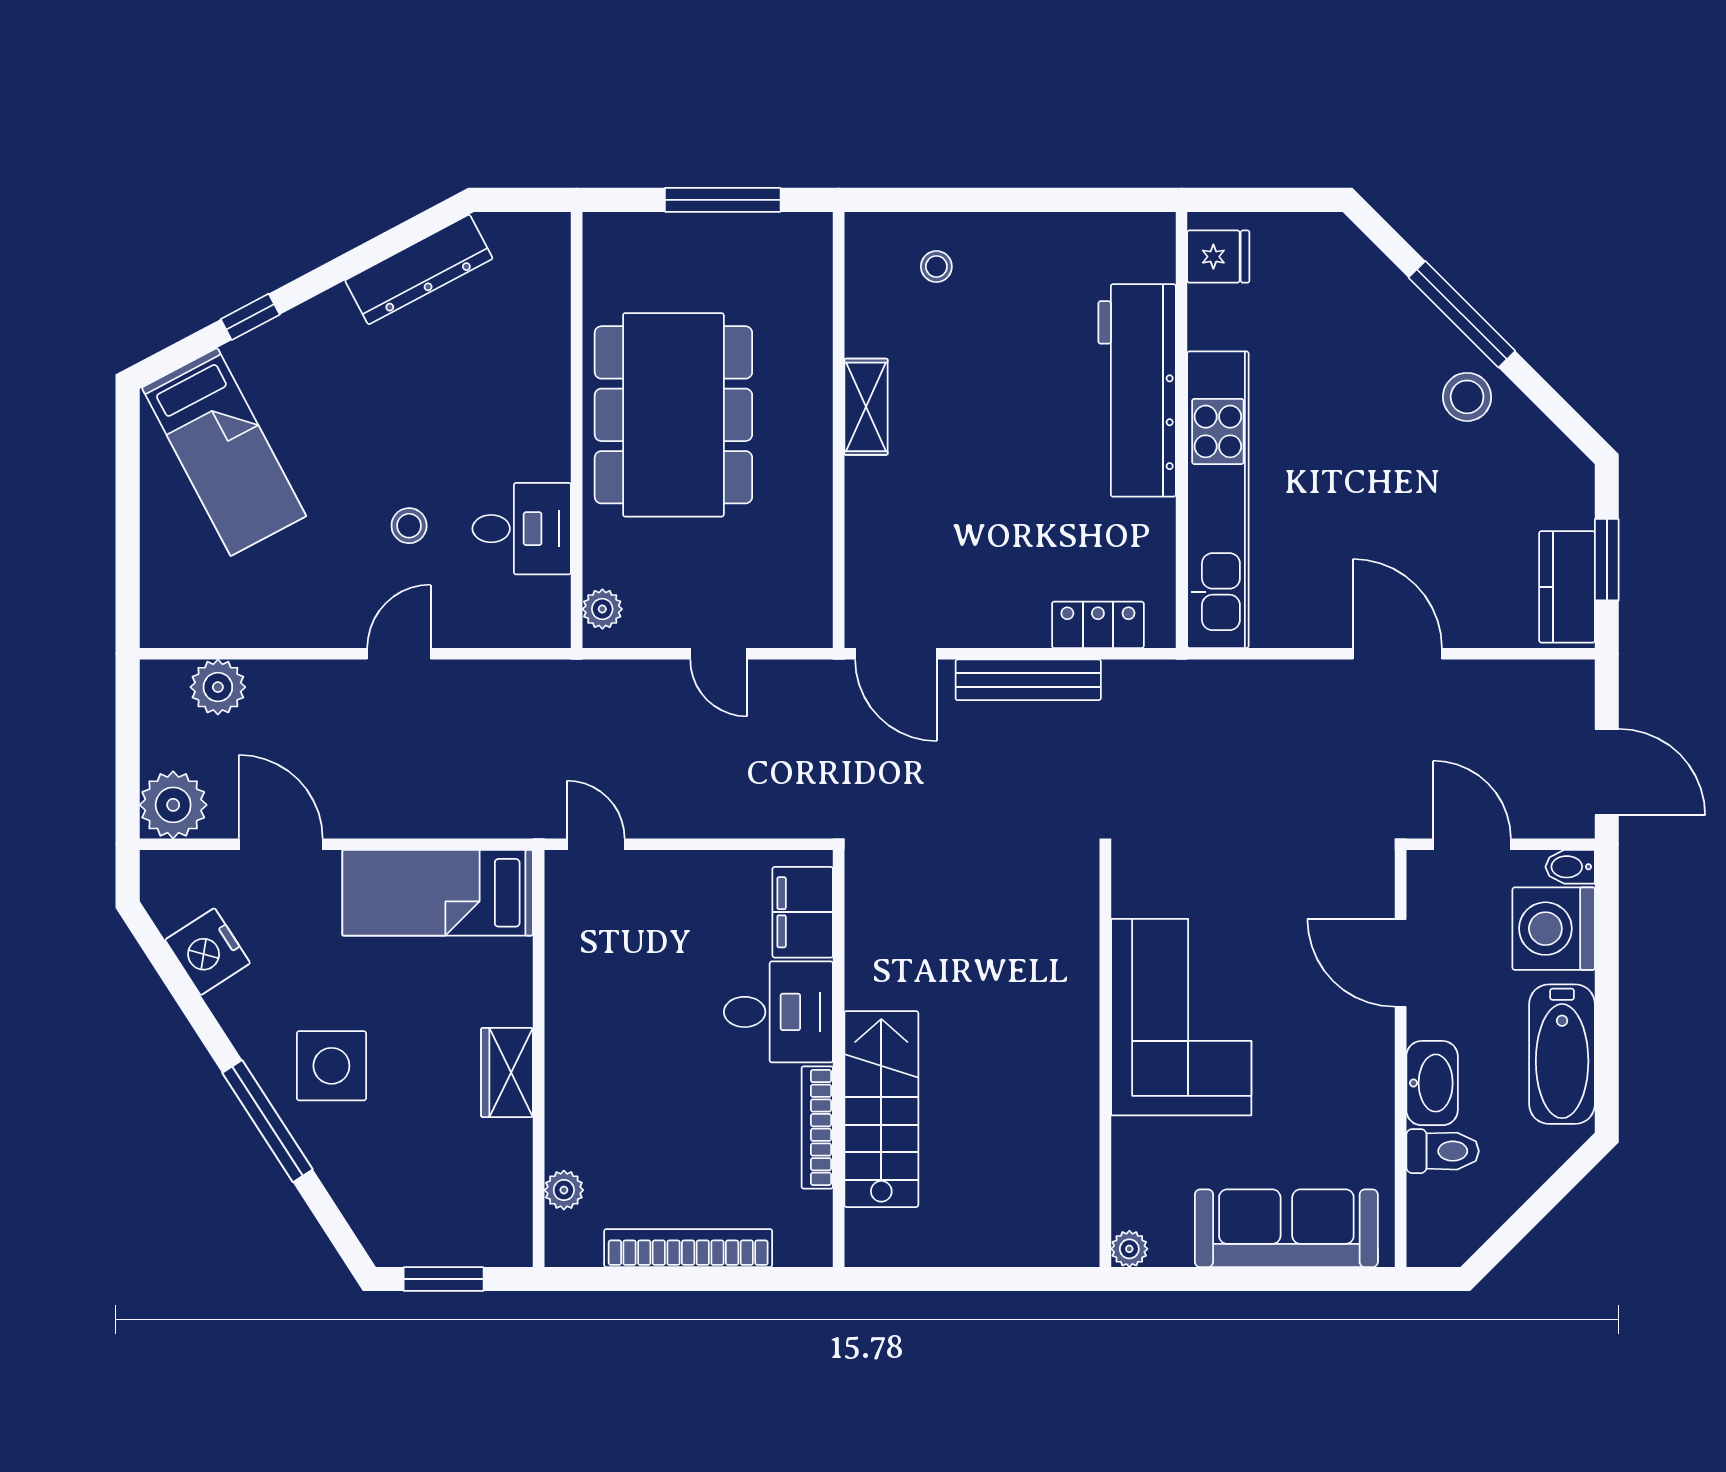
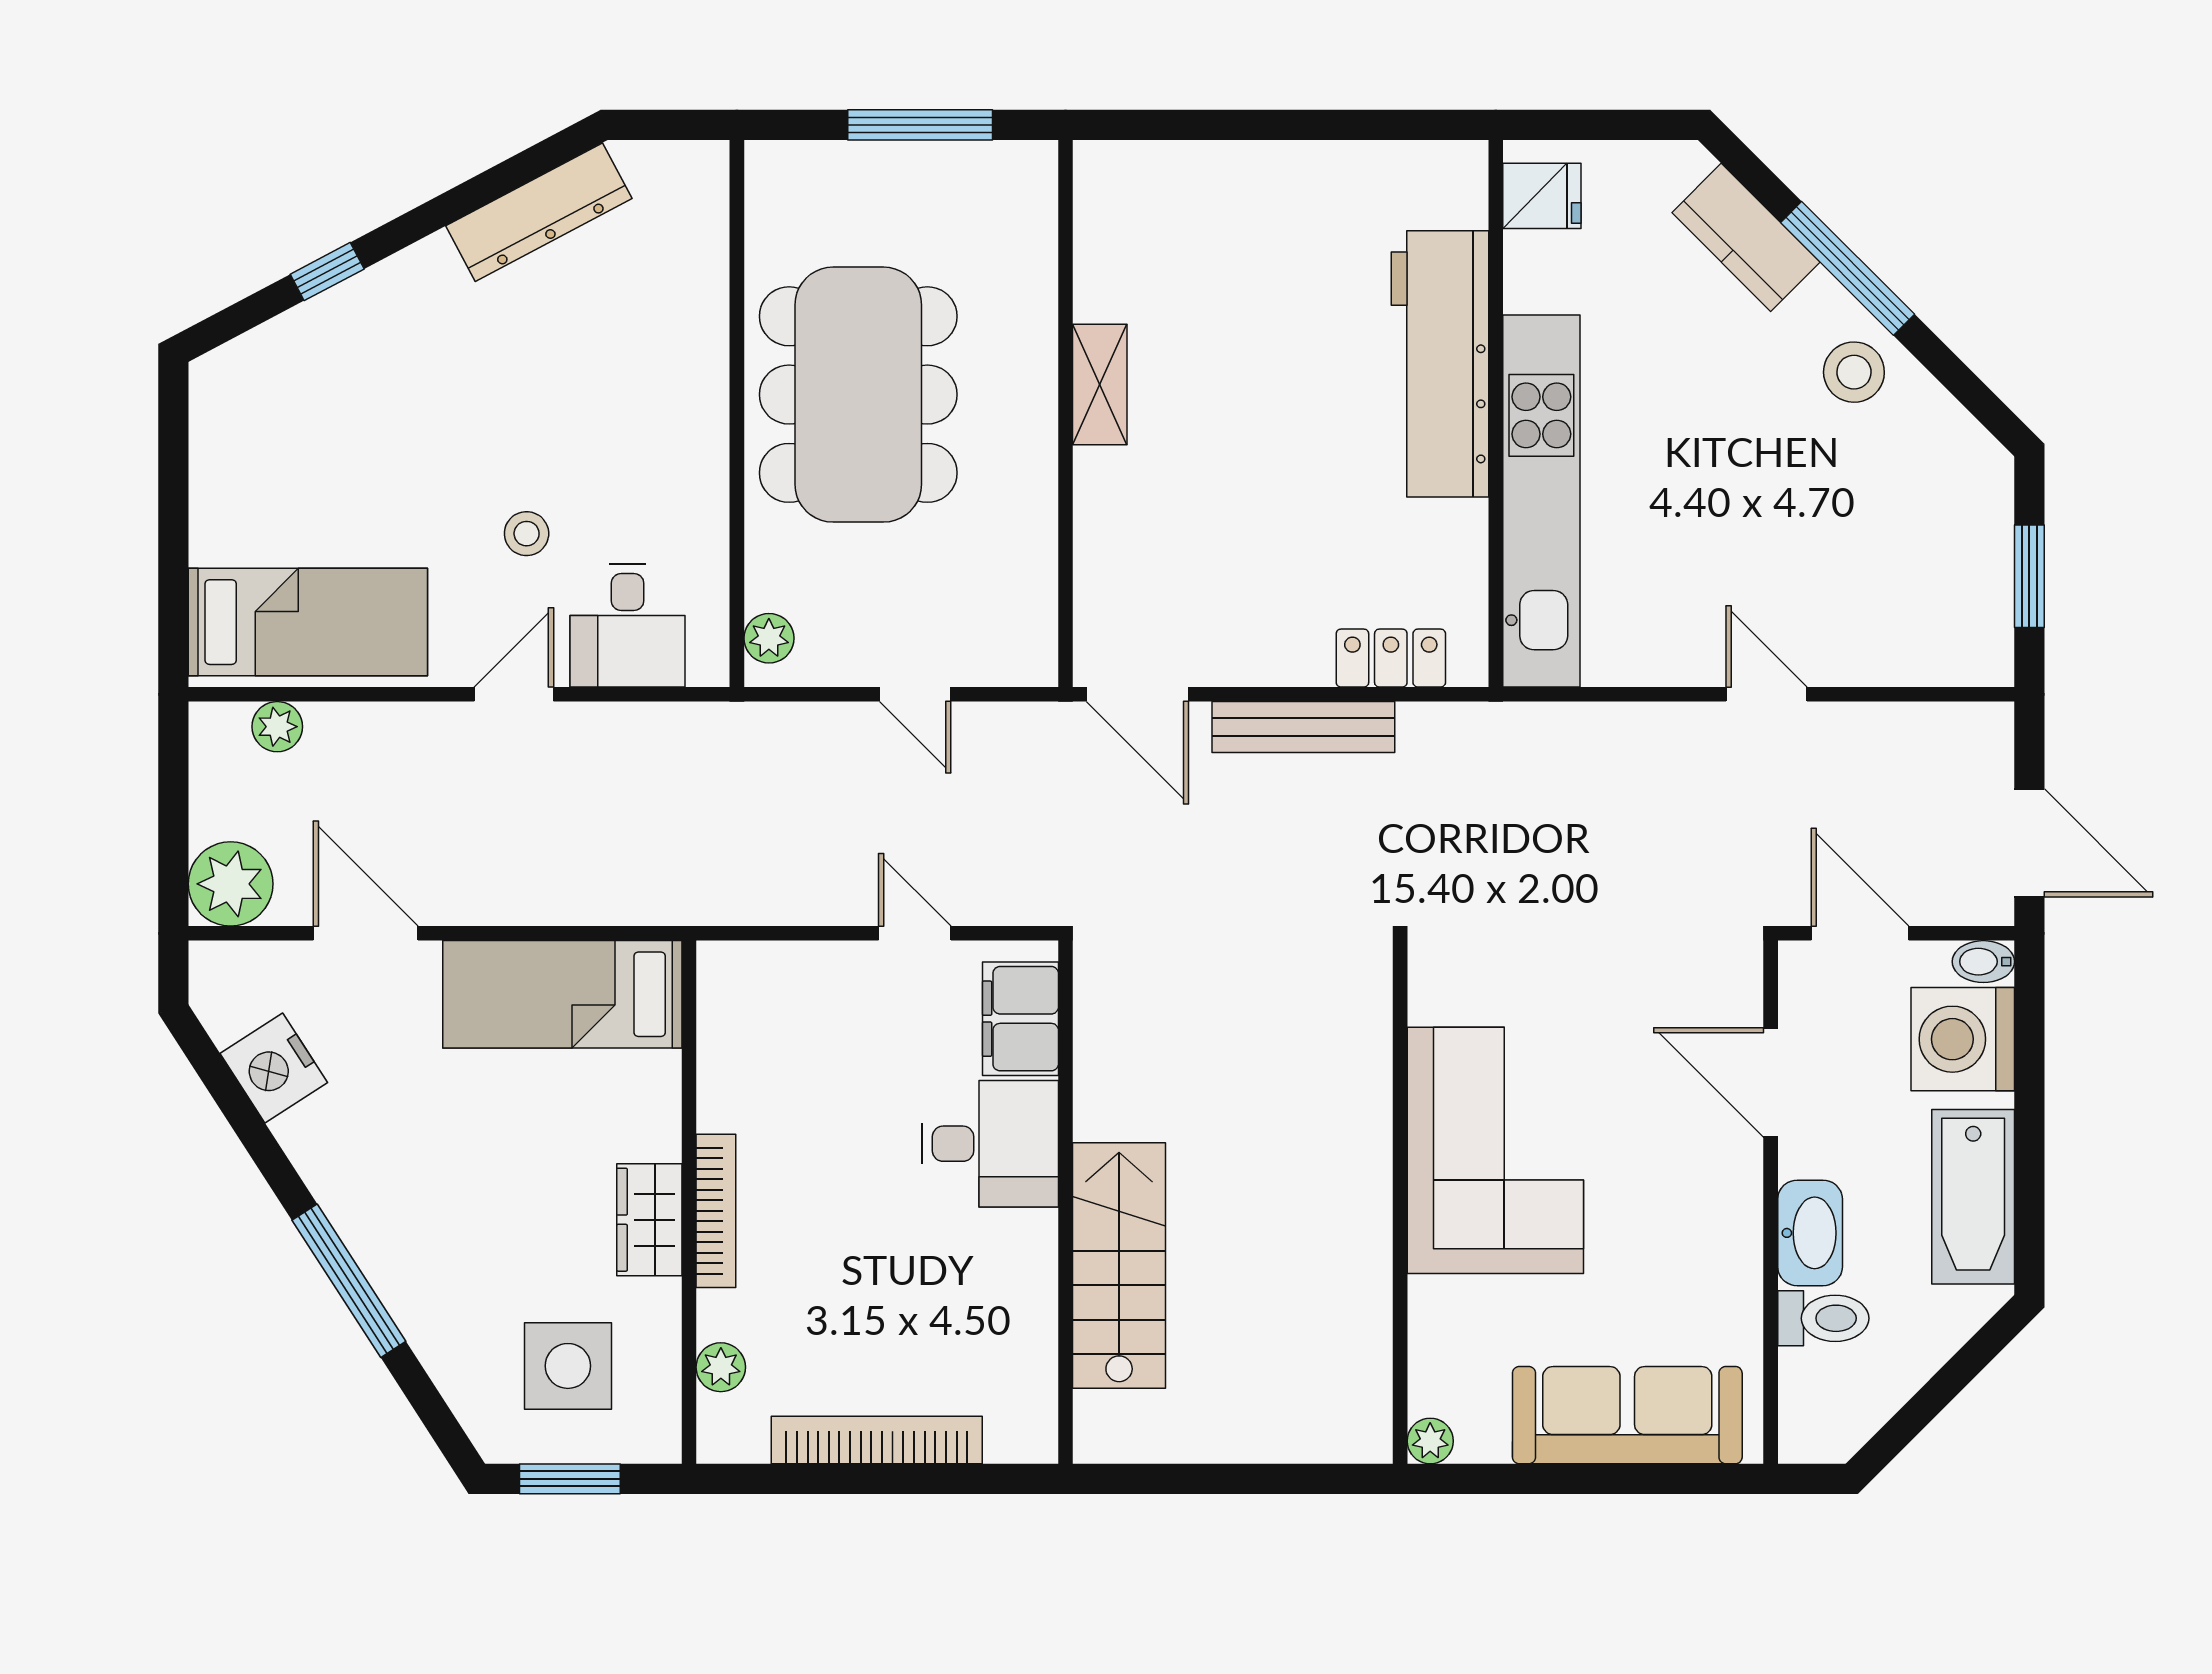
stool: (936, 267) -> (1188, 208), removed
bed: (224, 452) -> (308, 622), moved, turned -62
desk: (522, 529) -> (628, 625), moved, turned 90
kitchen counter: (1567, 587) -> (1746, 237), moved, turned -45
door: (1397, 654) -> (1767, 694), width x0.73
plant: (218, 687) -> (277, 727), width x0.73, depth x0.73
door: (596, 844) -> (915, 933), moved
side table: (331, 1066) -> (568, 1366), moved
bookcase: (817, 1127) -> (716, 1211), moved, turned 180

